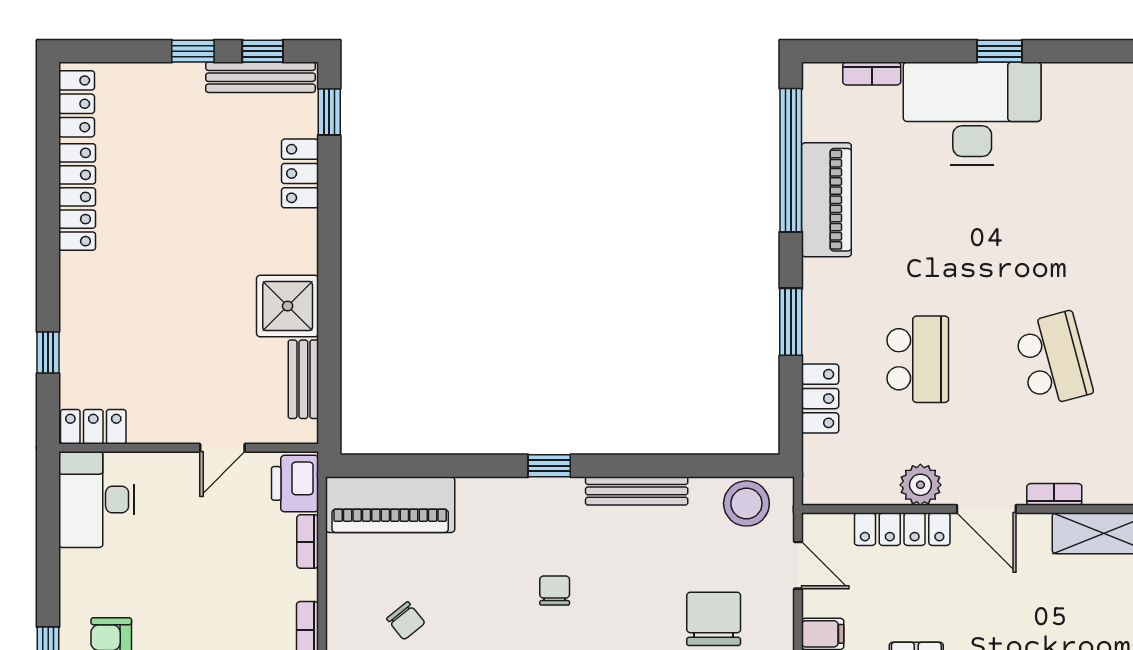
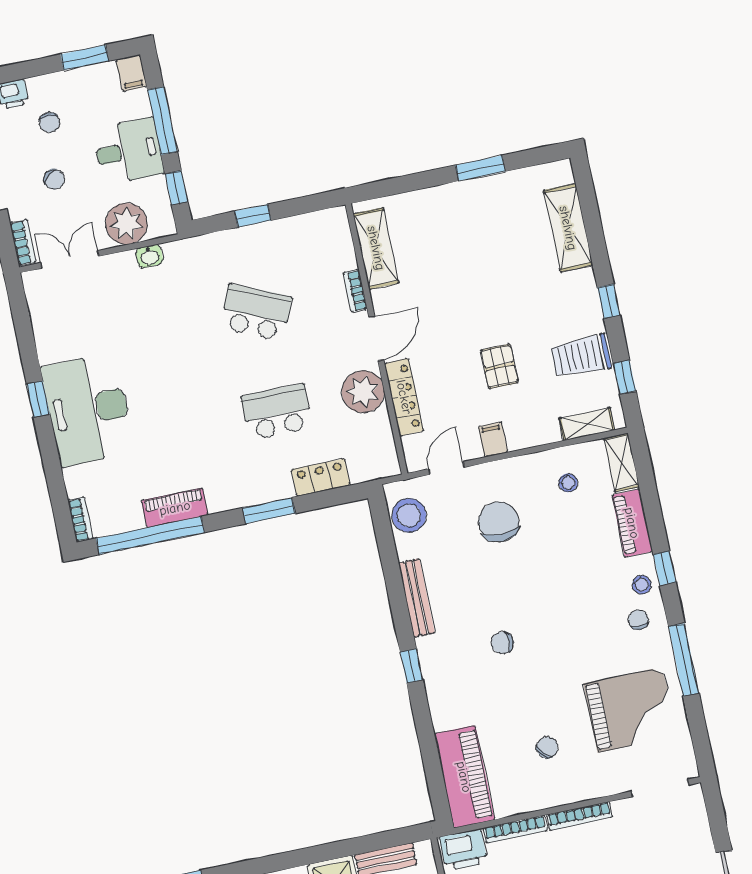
bookcase: (872, 73) -> (80, 520), moved
piano: (826, 200) -> (175, 508), width x0.73, depth x0.75
school desk: (1053, 359) -> (256, 312), turned 39
plant: (920, 485) -> (363, 392), width x1.36, depth x1.36
bookcase: (308, 542) -> (515, 829), width x1.56
chair: (714, 619) -> (499, 522), turned 90

